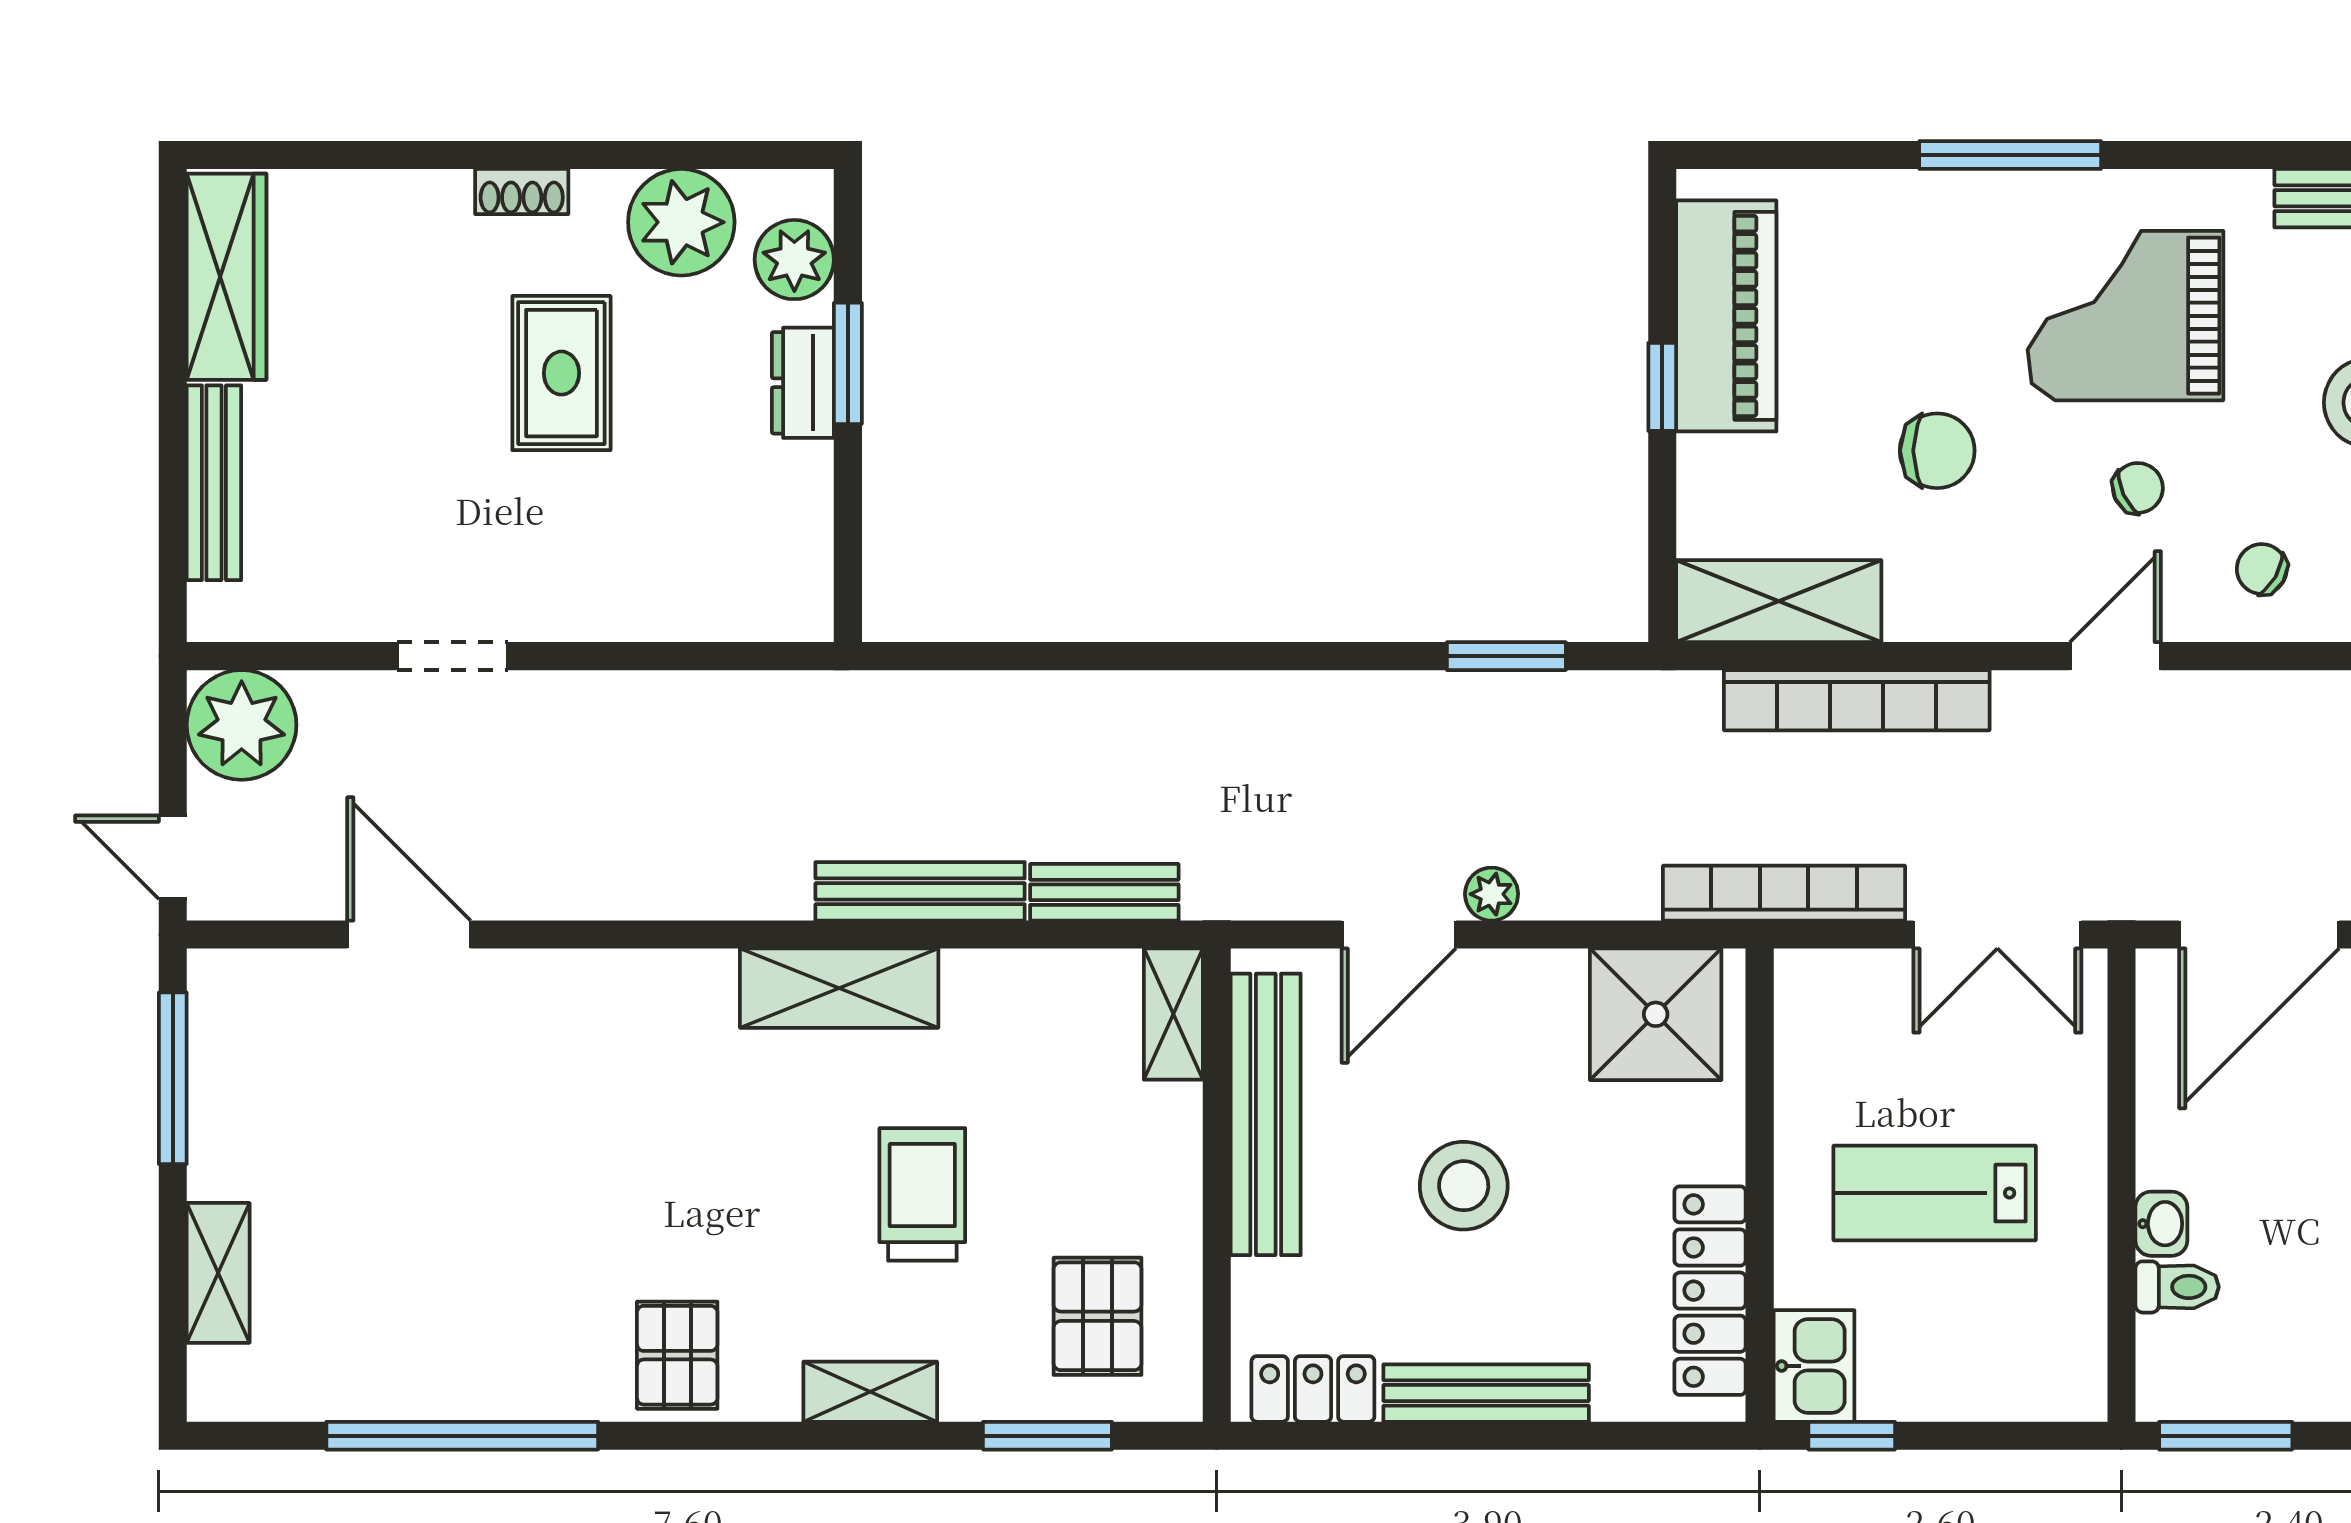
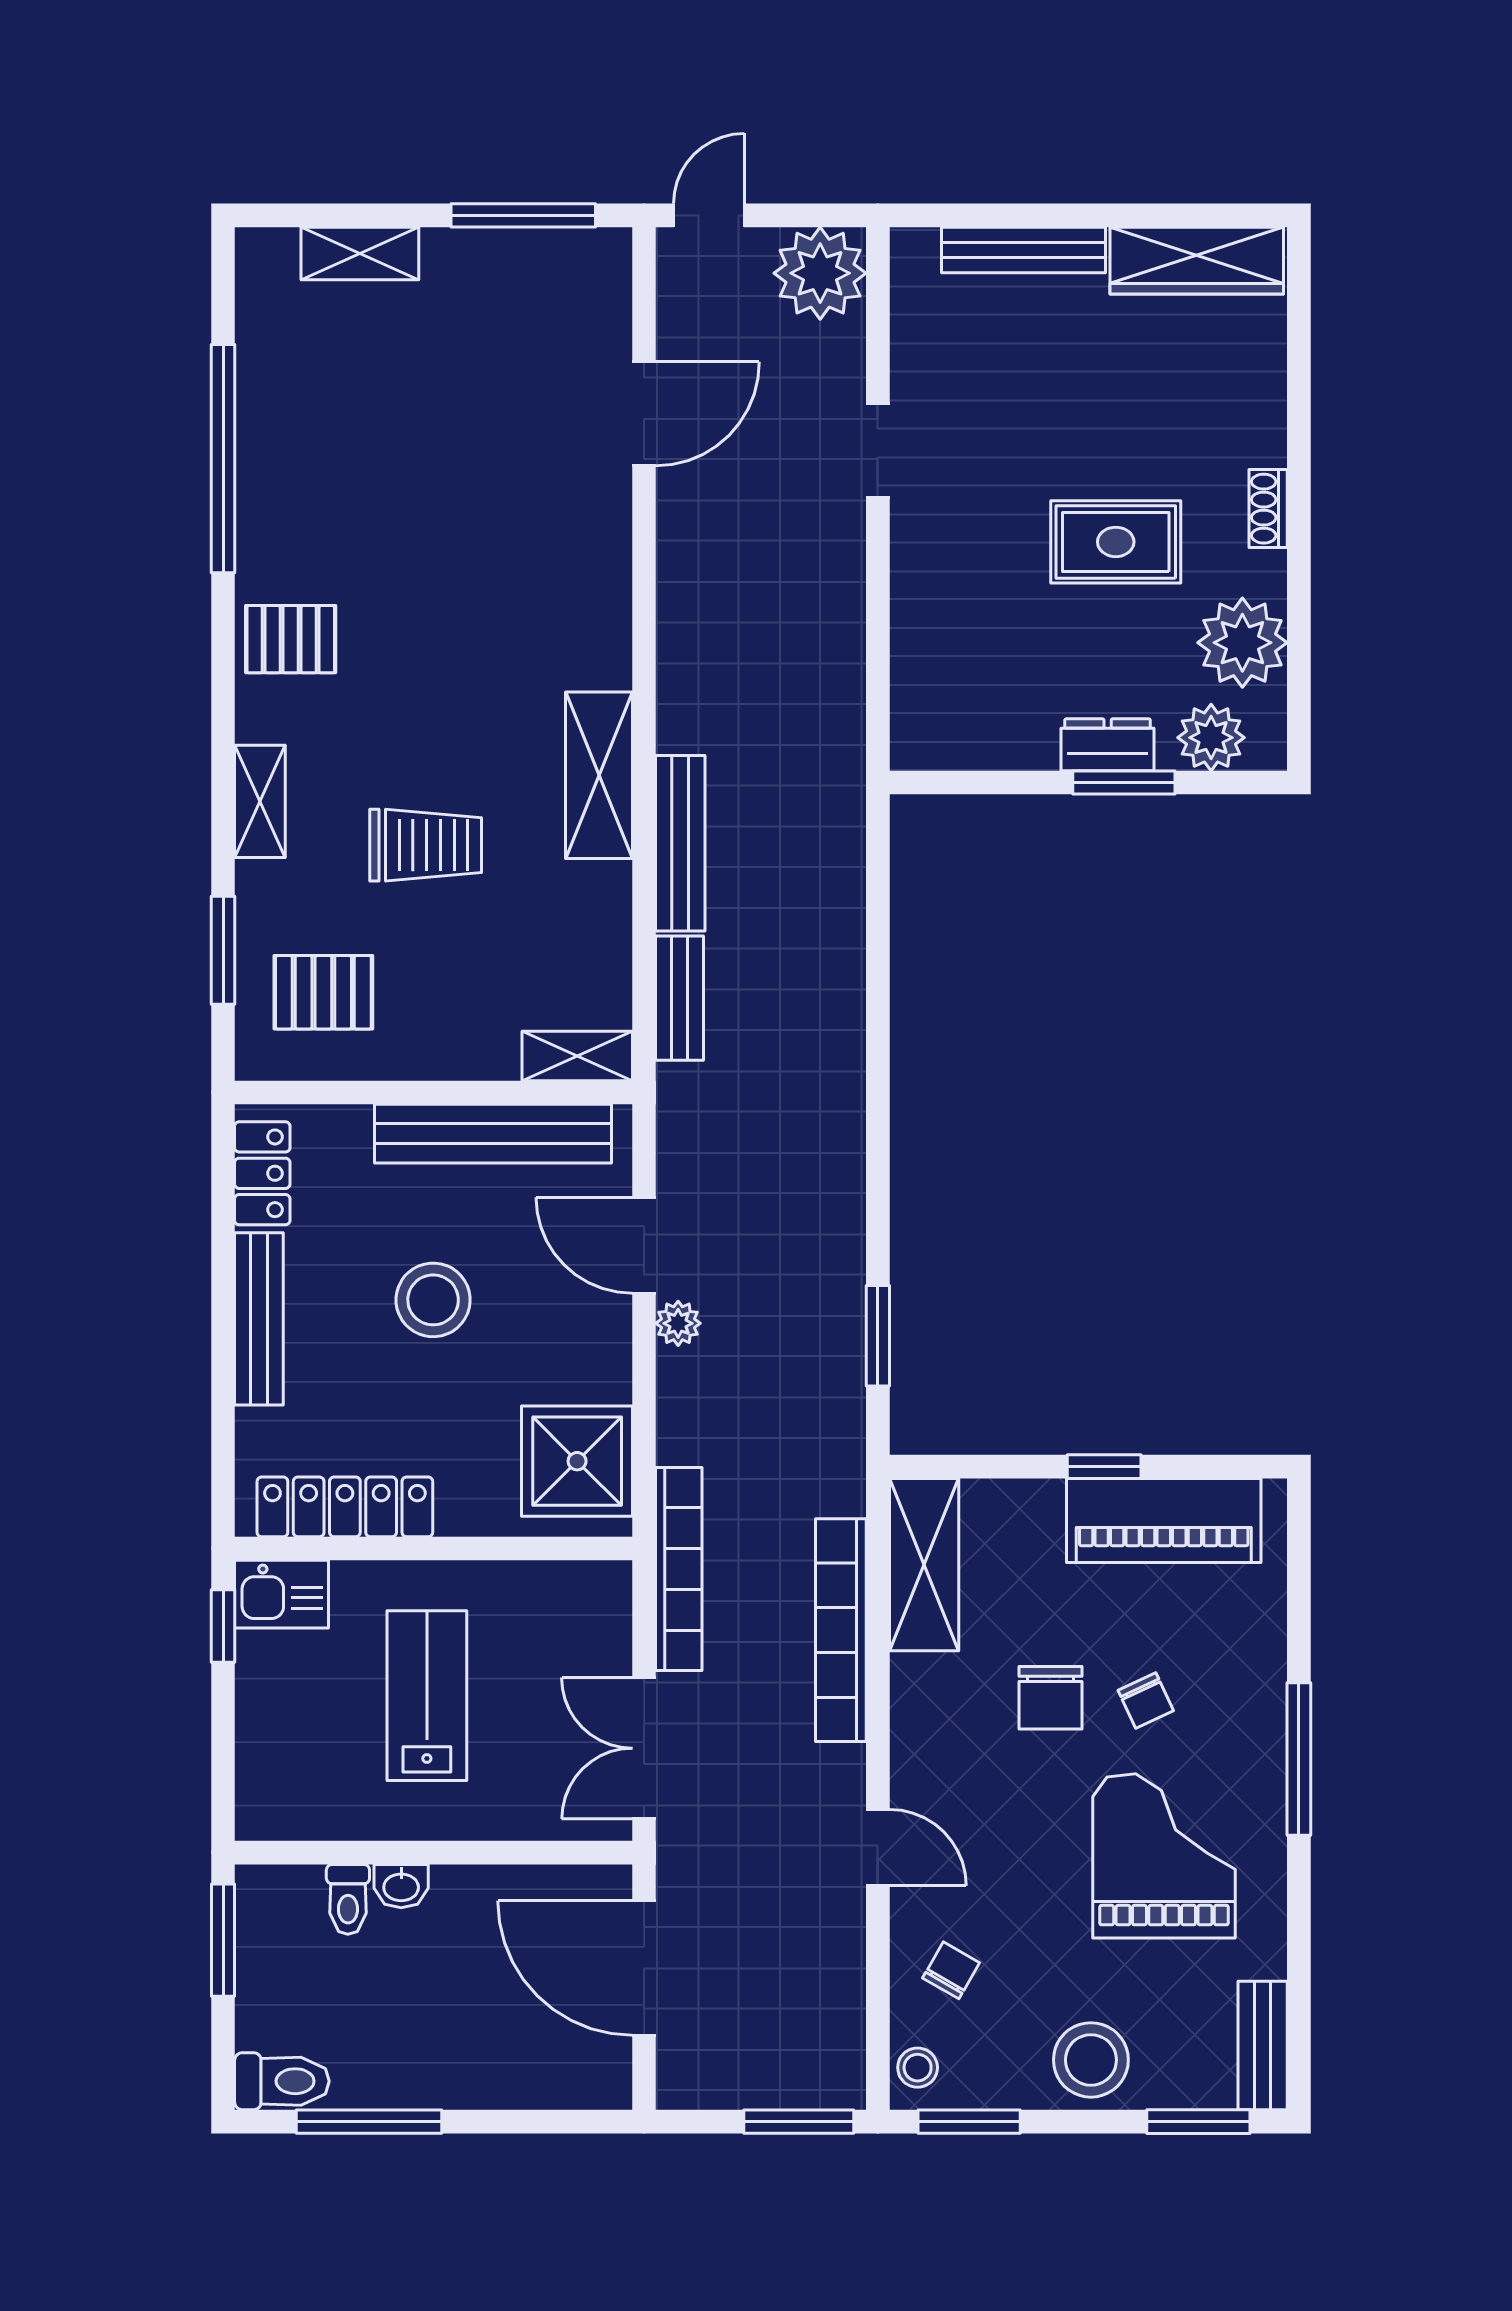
chair: (2138, 488) -> (1146, 1701), moved

